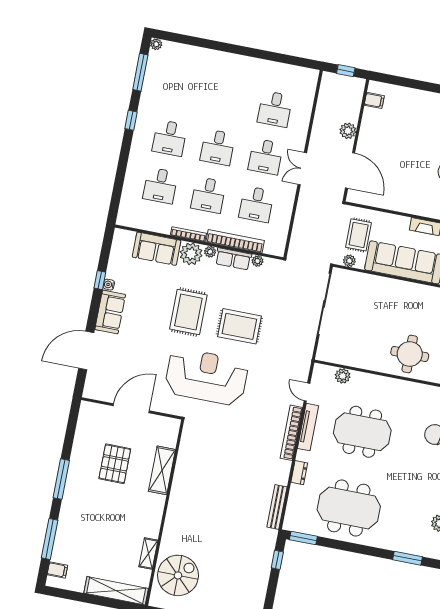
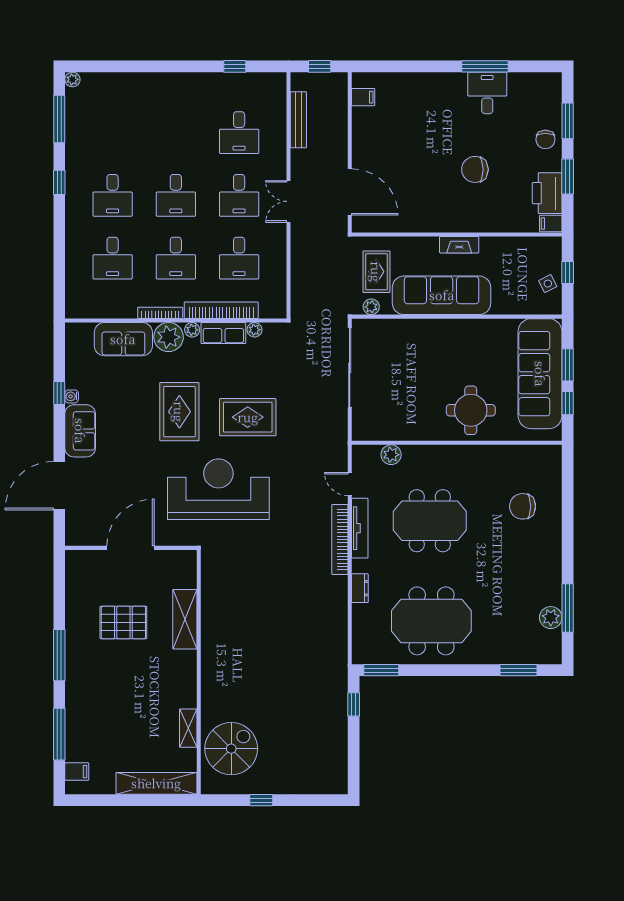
window: (281, 58) -> (235, 66), added
plant: (348, 131) -> (337, 142), removed
pallet: (115, 464) -> (123, 622), turned 90
bench: (277, 507) -> (298, 120), moved

